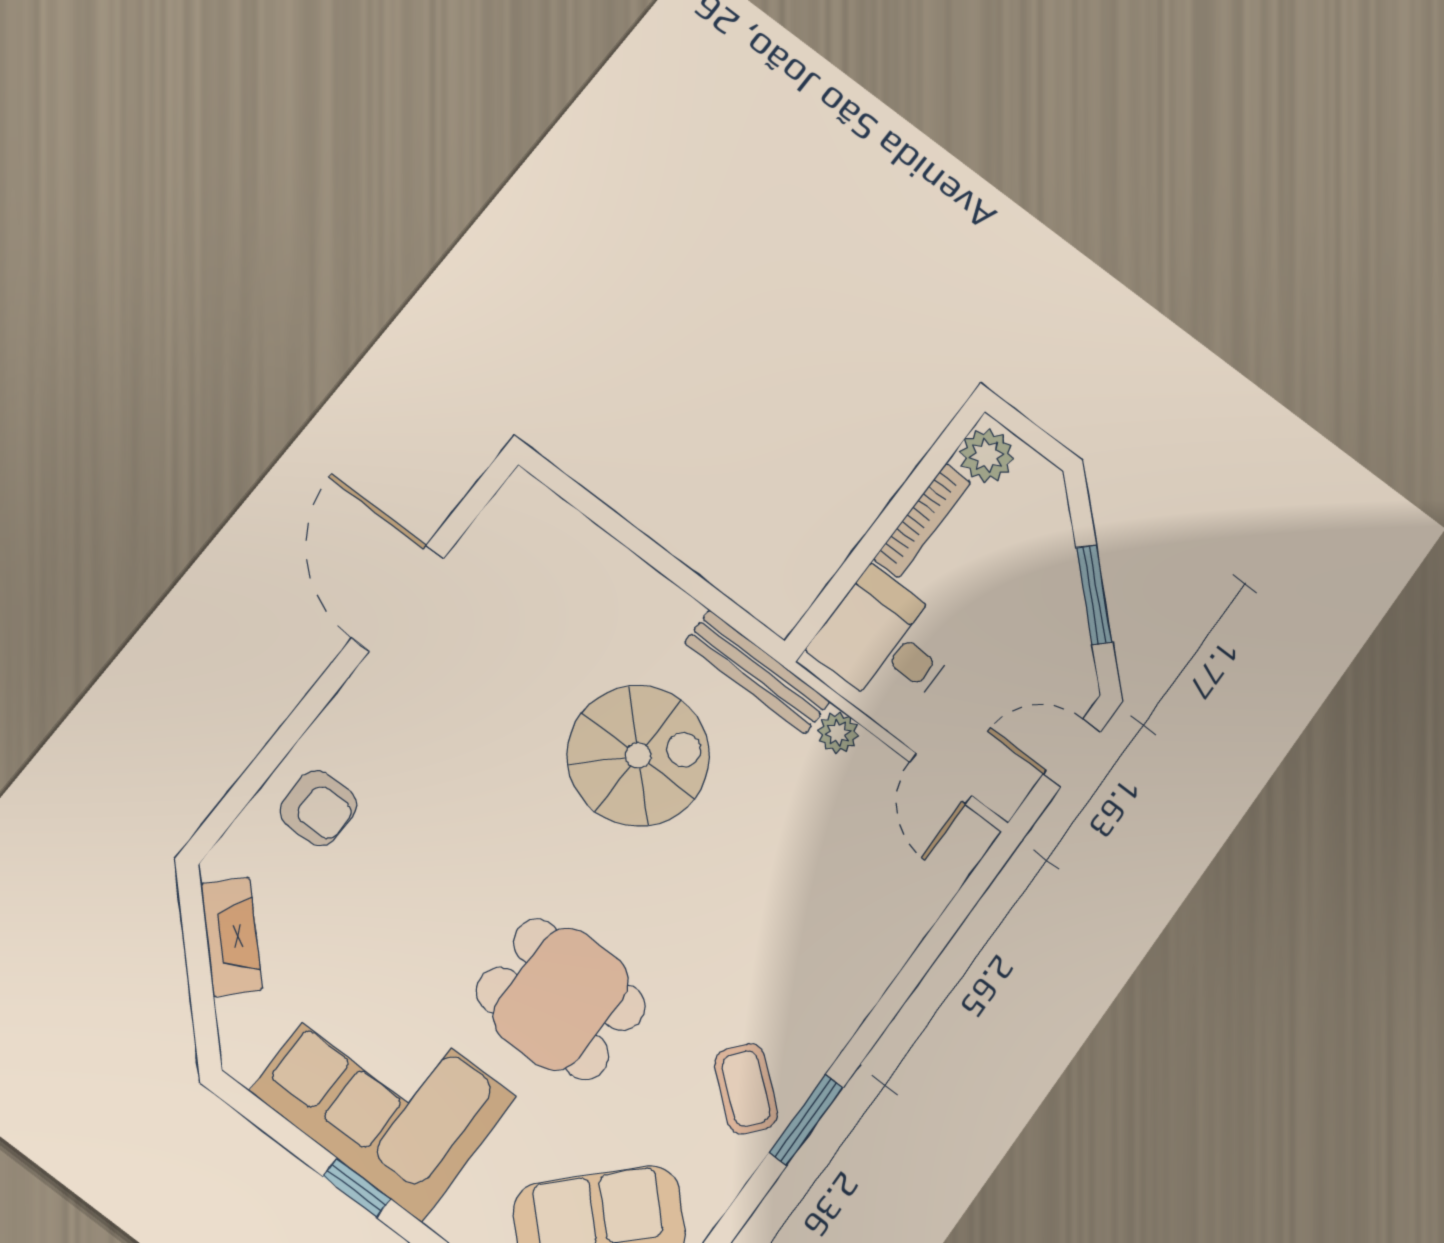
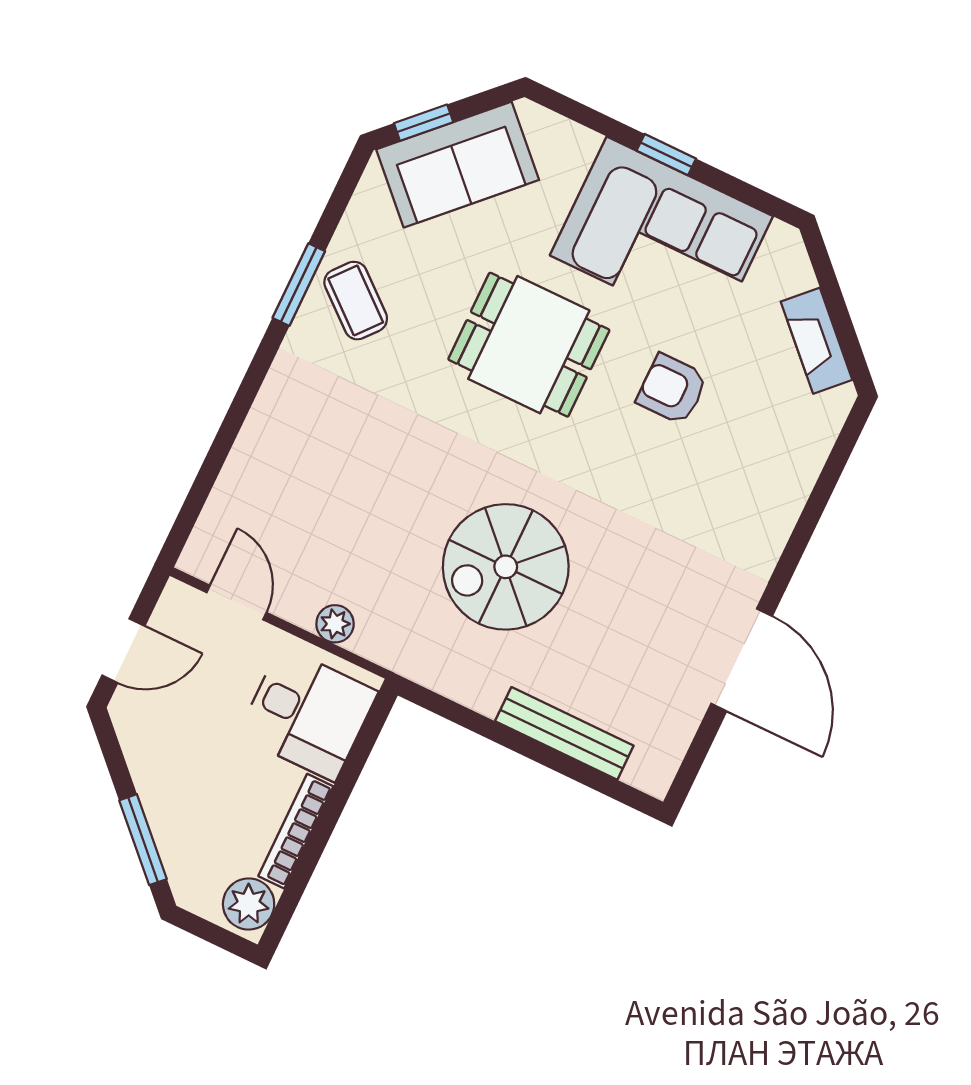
window: (1094, 595) -> (143, 840), moved
bench: (757, 672) -> (564, 733), moved
armchair: (318, 808) -> (672, 389), moved

